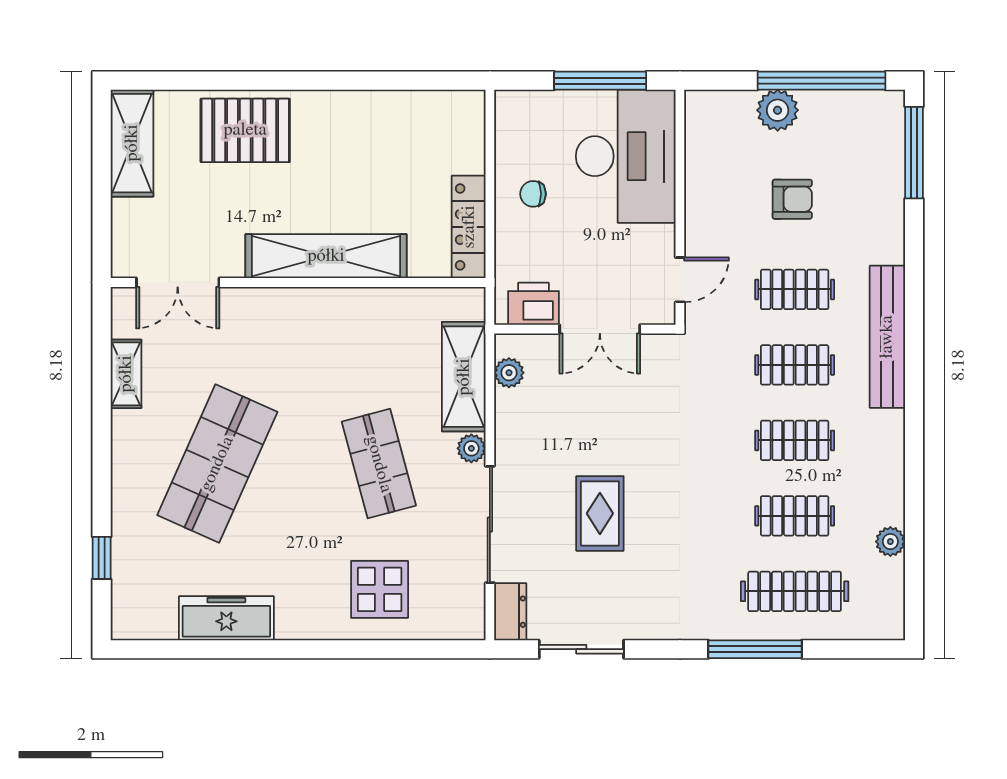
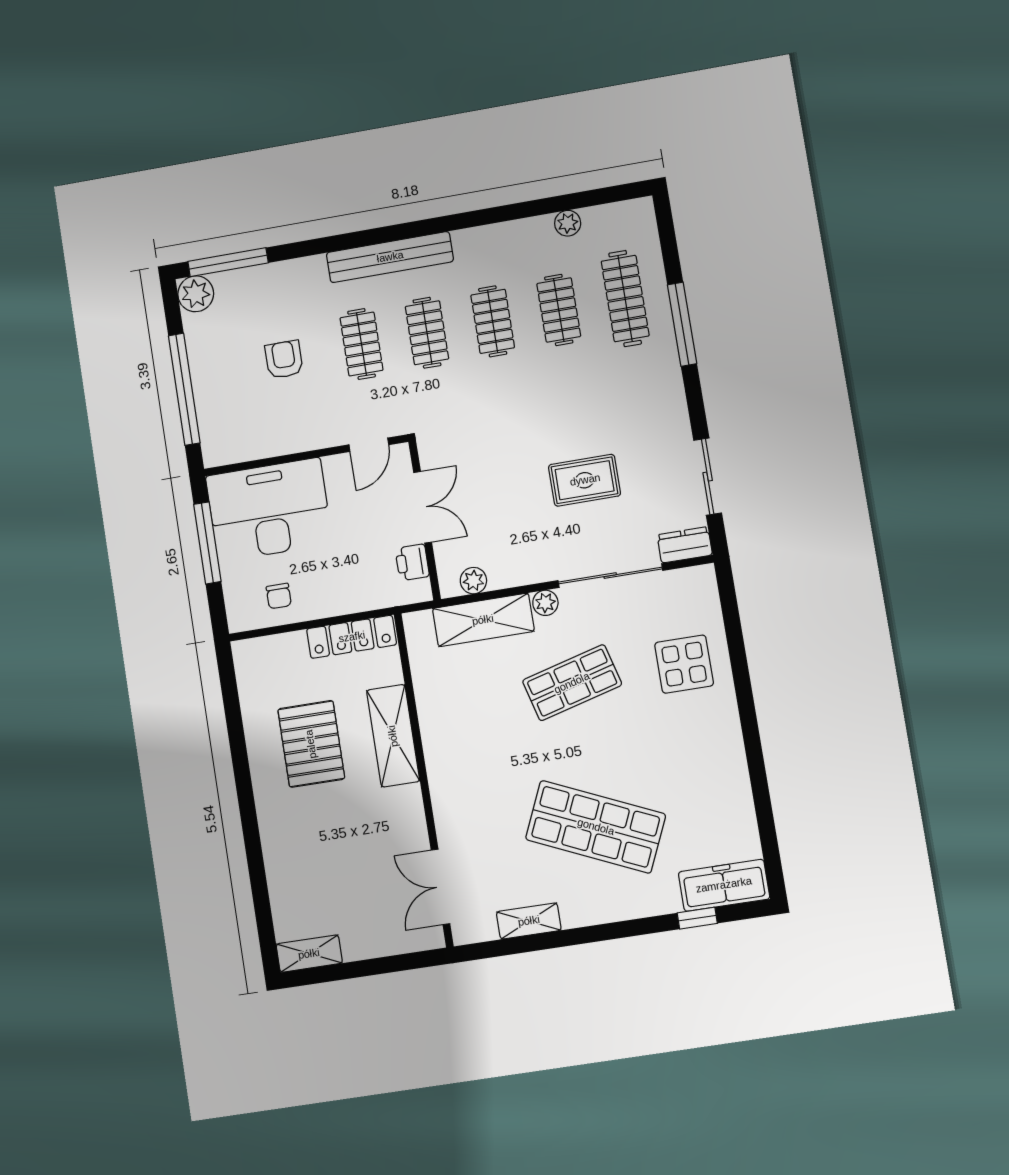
window: (821, 81) -> (184, 389), moved
plant: (778, 110) -> (196, 294), moved
pallet: (245, 130) -> (311, 744), moved
shelving: (132, 143) -> (309, 954), width x0.67, depth x0.75
chair: (533, 194) -> (279, 596), moved
shelving: (326, 256) -> (393, 736), width x0.68
door: (680, 280) -> (369, 445), swing flipped
double door: (178, 282) -> (440, 887), swing flipped
printer: (534, 304) -> (412, 562), width x0.73, depth x0.81
freezer: (226, 618) -> (724, 885), moved, turned 90

